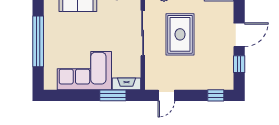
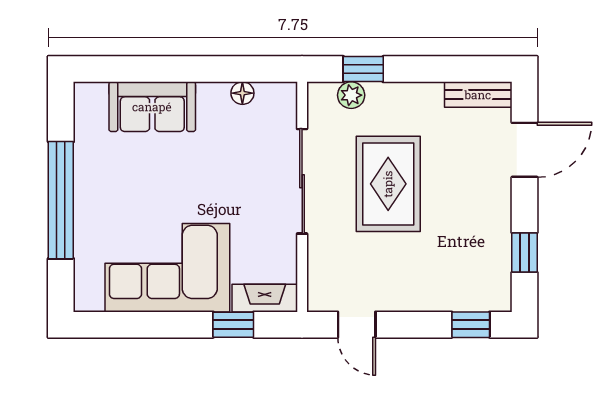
door: (239, 35) -> (524, 150), moved
window: (113, 95) -> (233, 325), width x0.67
door: (166, 95) -> (357, 325), hinge flipped

